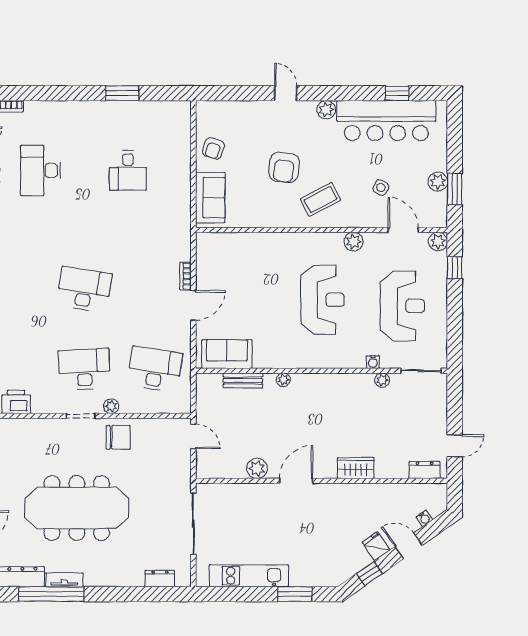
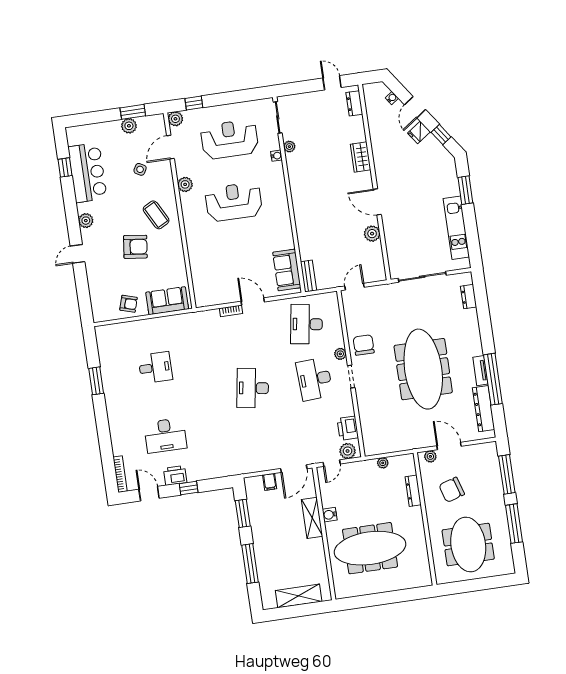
bar counter: (386, 121) -> (87, 173), width x0.73
bench: (243, 380) -> (308, 276), moved
plant: (283, 380) -> (300, 223), removed

